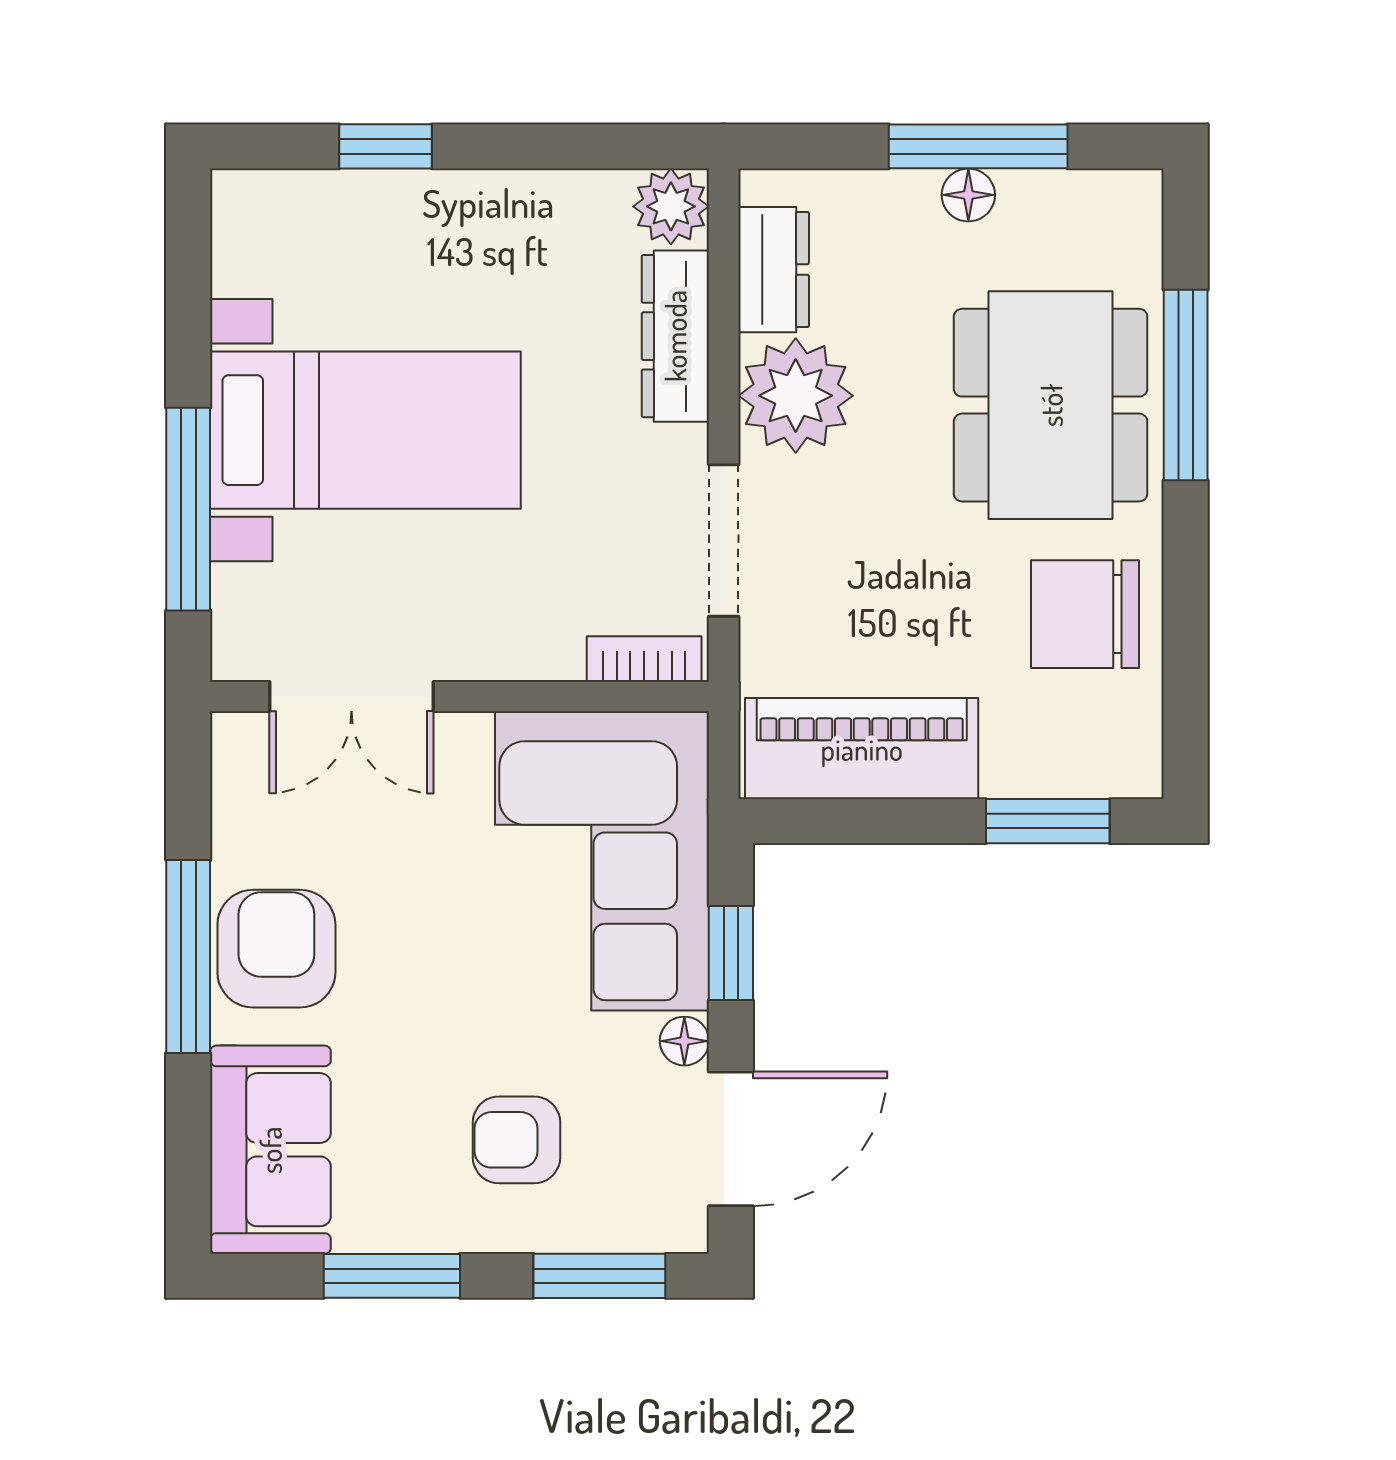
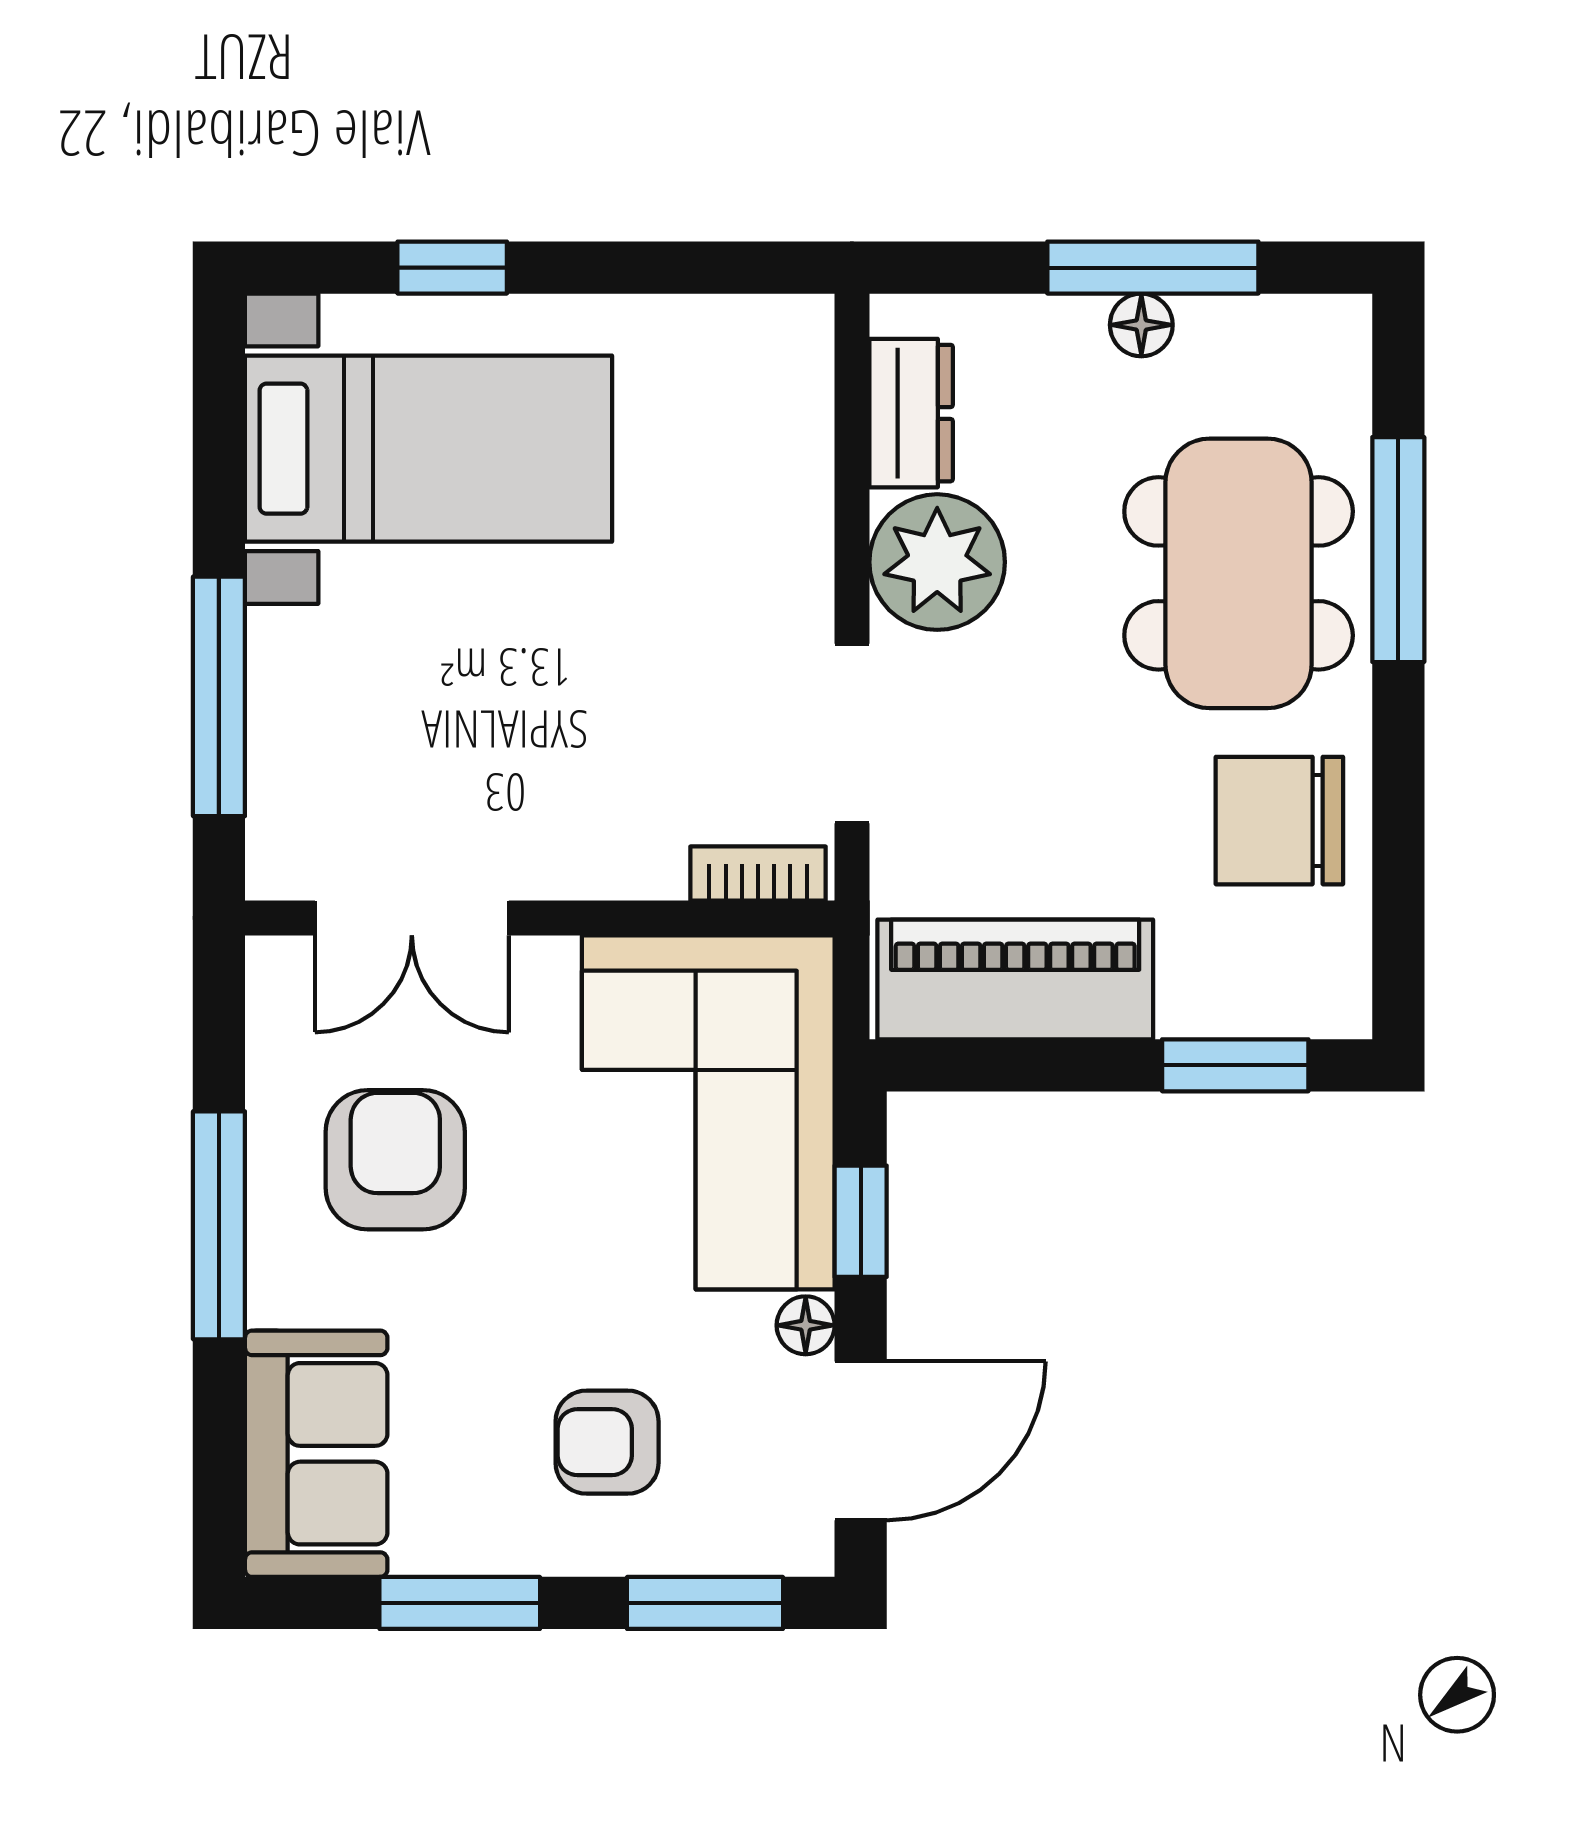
plant: (671, 206) -> (790, 338), removed
dresser: (675, 336) -> (795, 492), removed
bed with nightstands: (365, 430) -> (428, 449), moved
armchair: (276, 949) -> (395, 1160), moved

